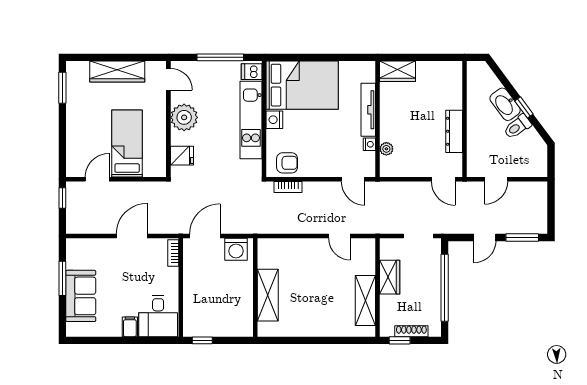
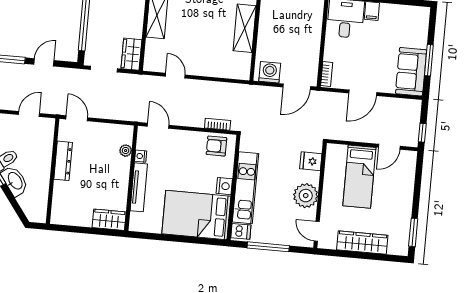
wardrobe: (390, 277) -> (131, 54), moved
sofa: (81, 296) -> (411, 72), moved

